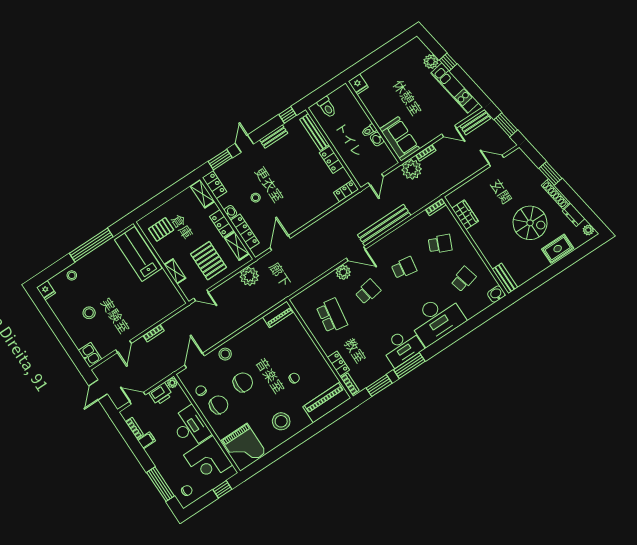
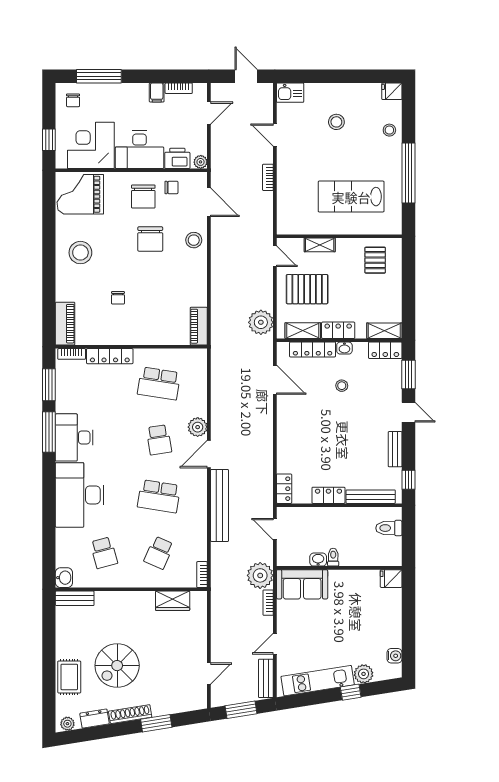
water cooler: (406, 49) -> (394, 656), added
lab bench: (138, 254) -> (351, 197), moved, turned 180
school desk: (404, 268) -> (159, 496), width x1.85
door: (201, 295) -> (275, 256), swing flipped
locker: (338, 364) -> (110, 356), width x1.53
printer: (161, 394) -> (177, 158), moved, turned 90
piano: (327, 402) -> (65, 324), width x0.73, depth x0.75

